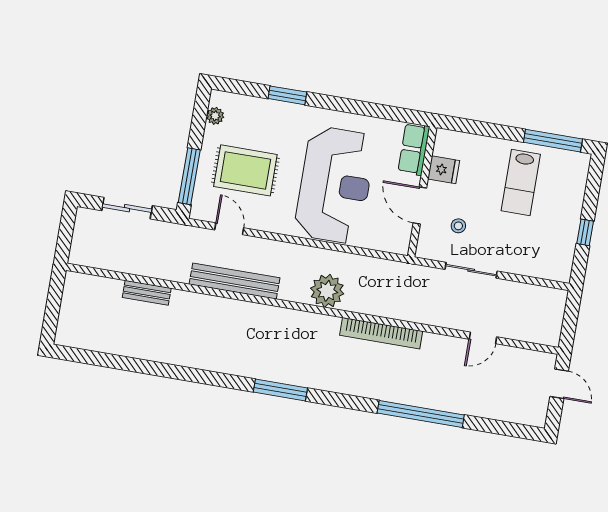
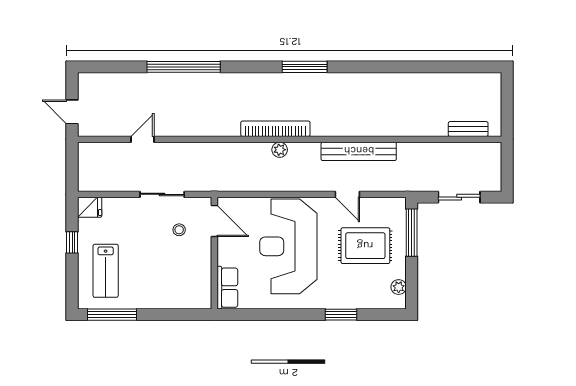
fridge: (444, 170) -> (90, 207), moved, turned 180
lab bench: (521, 183) -> (106, 271), moved, turned 180
door: (420, 205) -> (214, 221), moved
door: (229, 229) -> (347, 194), moved
plant: (327, 291) -> (280, 150), width x0.53, depth x0.53
bench: (147, 293) -> (468, 129), moved
bookcase: (381, 333) -> (275, 129), moved

